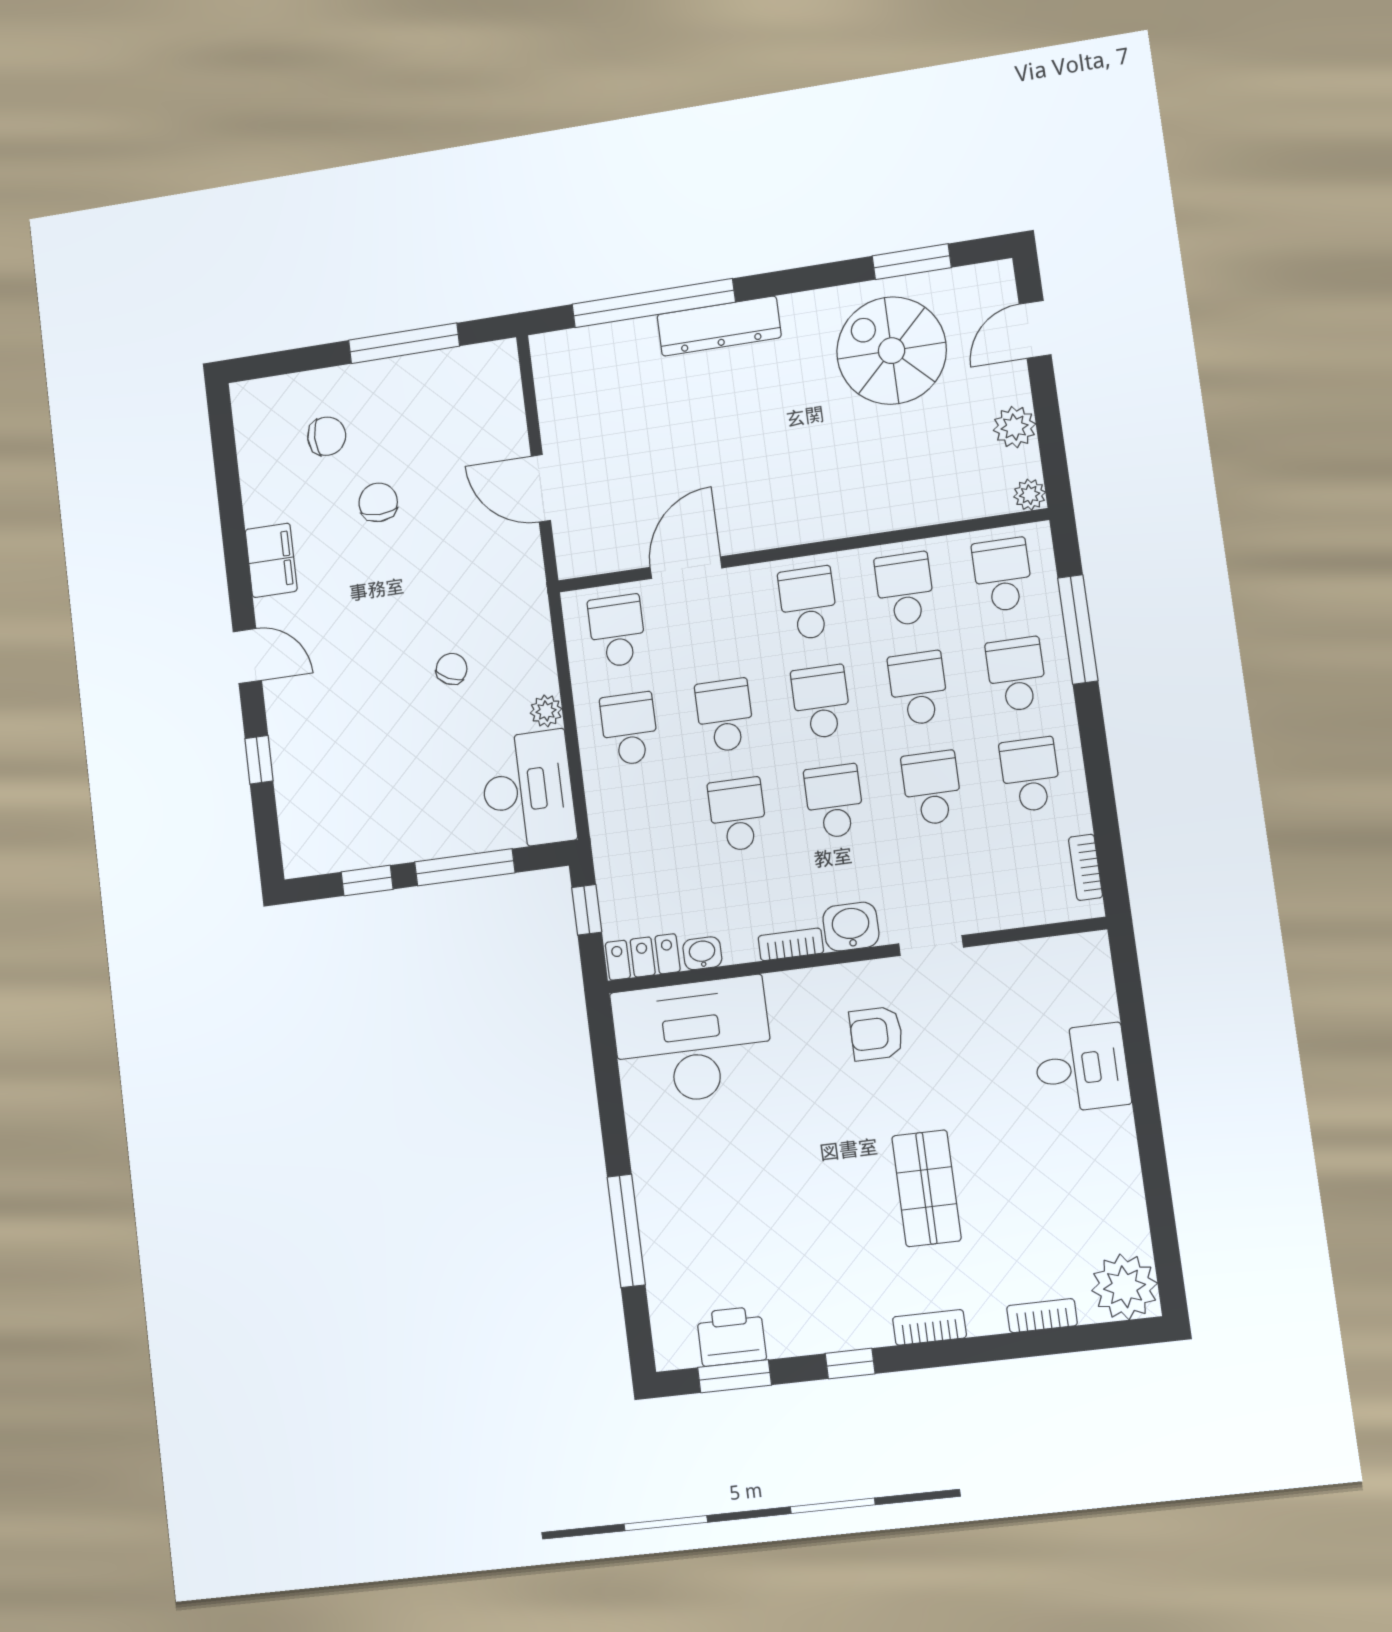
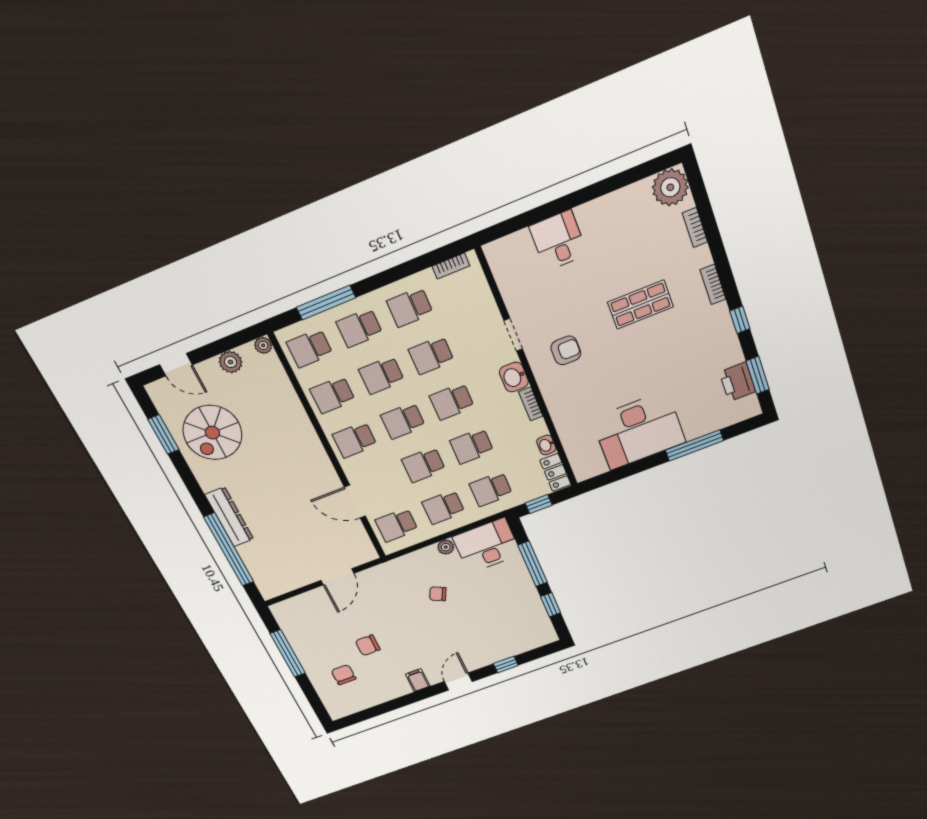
filing cabinet: (271, 560) -> (418, 680), width x0.50
school desk: (642, 827) -> (491, 489), added
armchair: (876, 1034) -> (566, 350), turned -90
desk: (693, 1041) -> (639, 431), moved, turned -90

